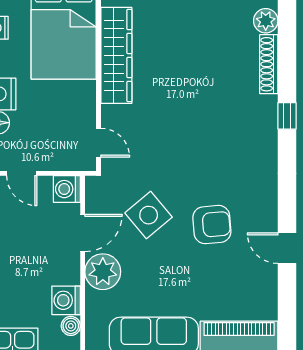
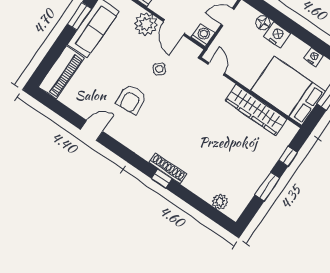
shoe rack: (269, 64) -> (168, 169), moved
door: (98, 143) -> (216, 69), swing flipped
side table: (149, 215) -> (159, 69), width x0.54, depth x0.54

